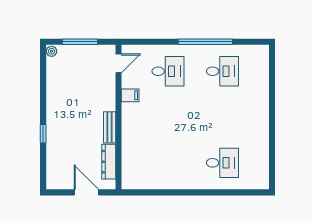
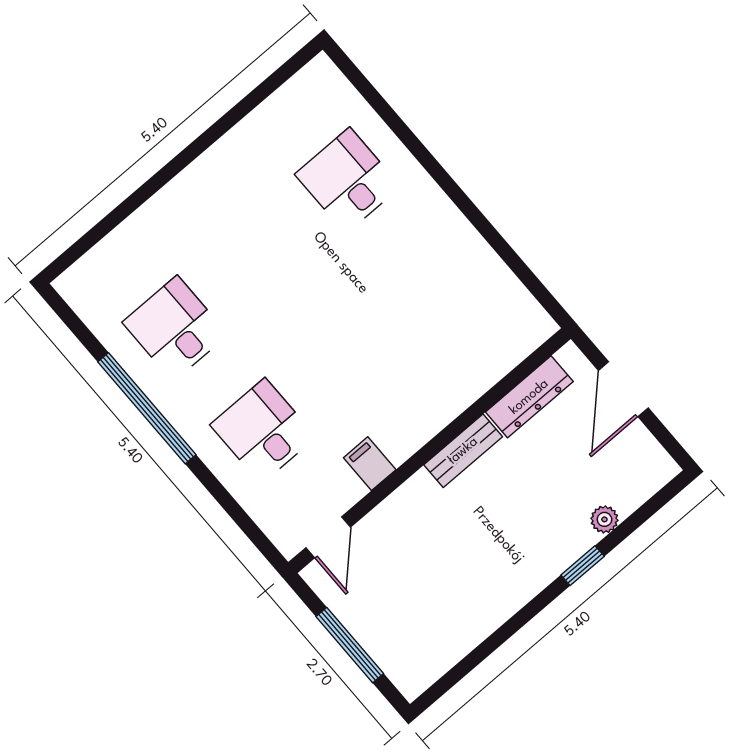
plant: (52, 51) -> (604, 519), moved
door: (118, 63) -> (328, 537), swing flipped

